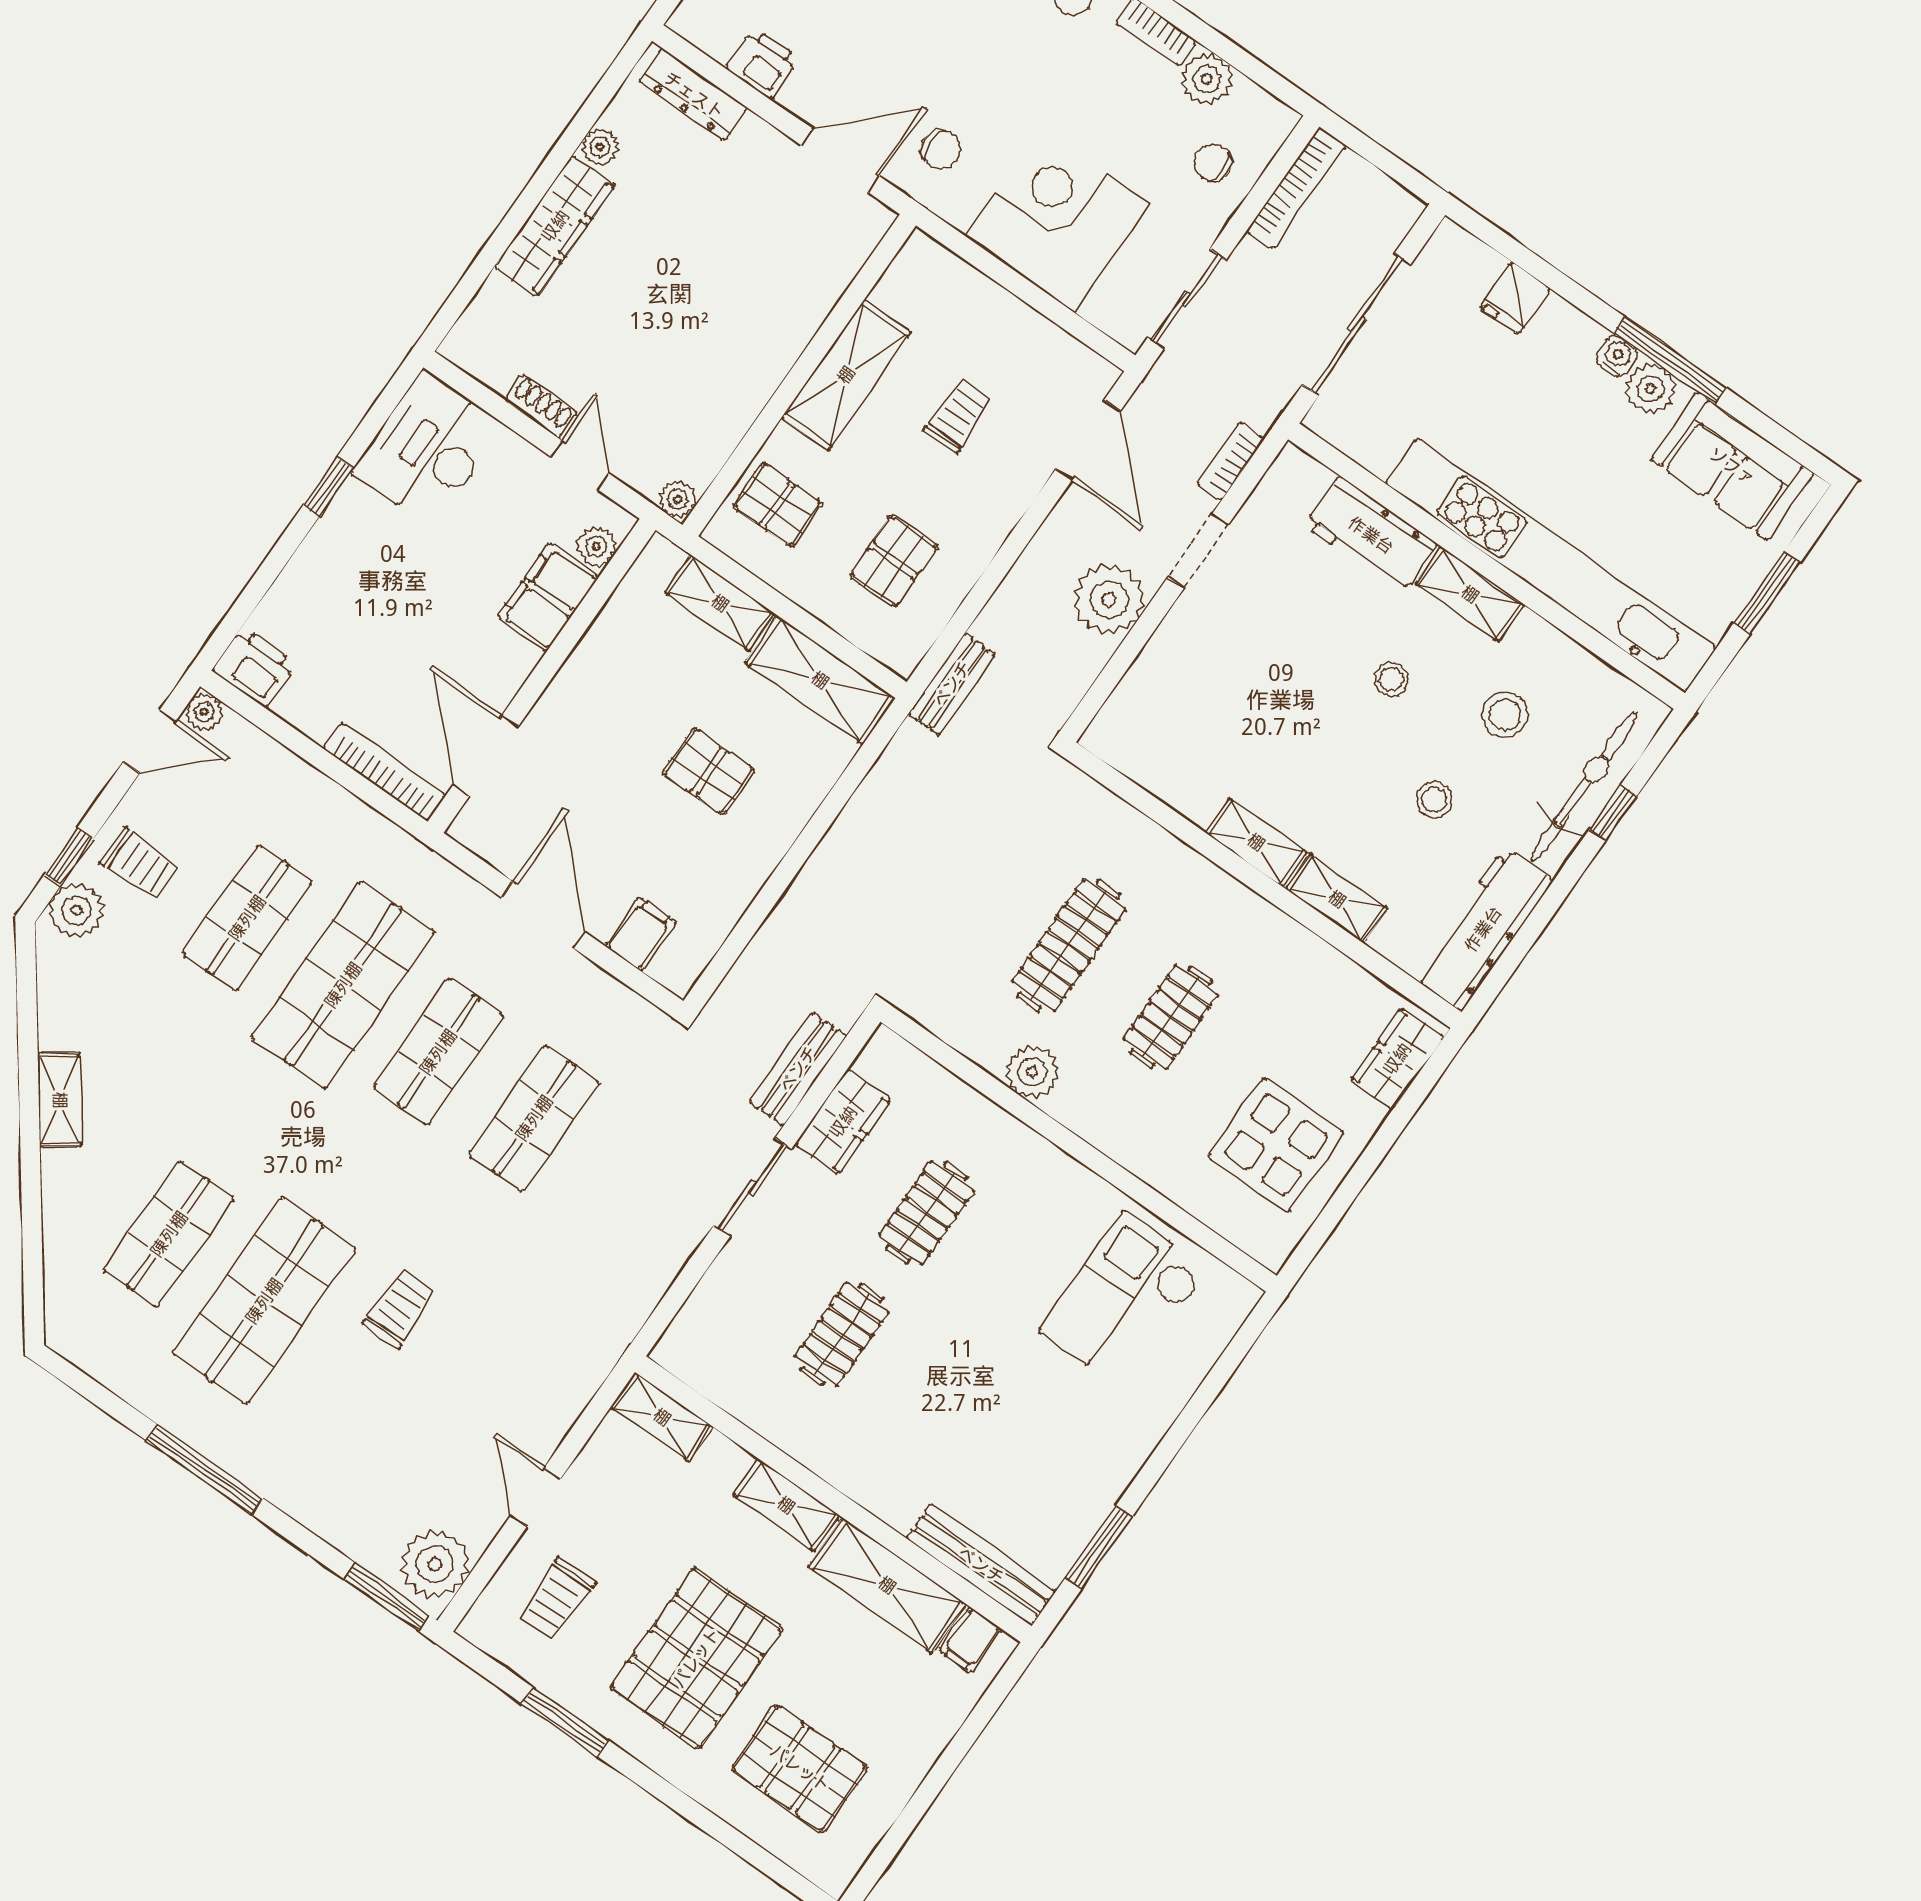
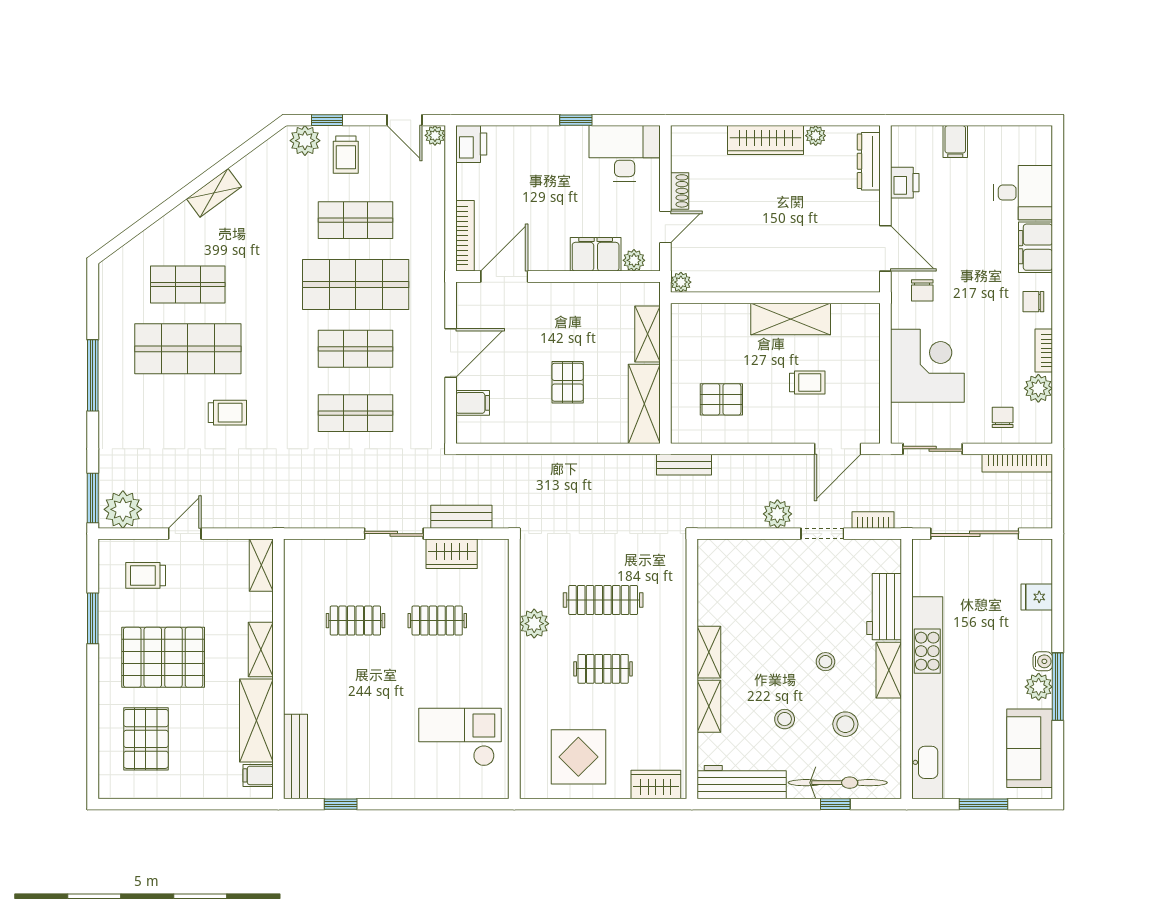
pallet: (777, 505) -> (710, 329), removed
plant: (1109, 599) -> (777, 514), width x0.73, depth x0.73
window: (1099, 1547) -> (341, 804), width x0.67

